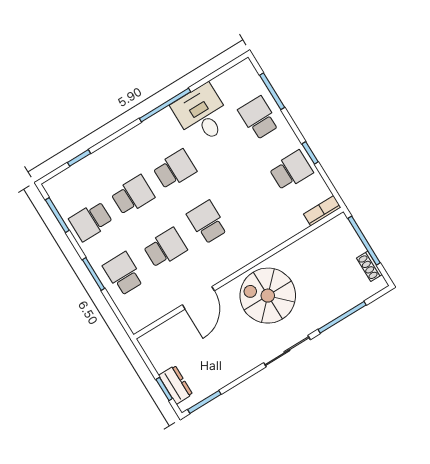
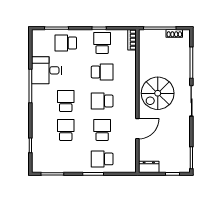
school desk: (91, 221) -> (102, 72), moved, turned -90
door: (198, 298) -> (137, 129), hinge flipped
dresser: (176, 385) -> (149, 167), moved

